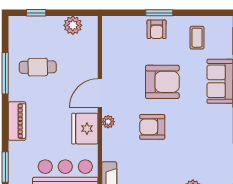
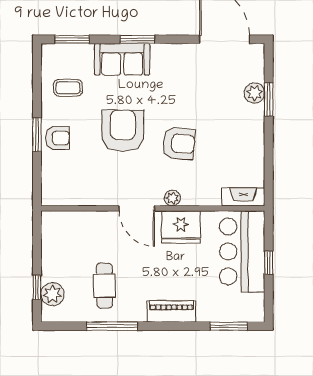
plant: (73, 25) -> (52, 294), moved
armchair: (152, 127) -> (179, 143), turned -85

